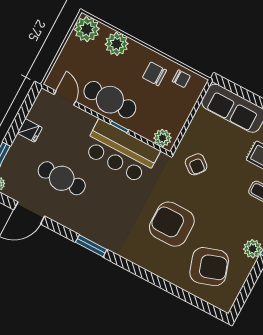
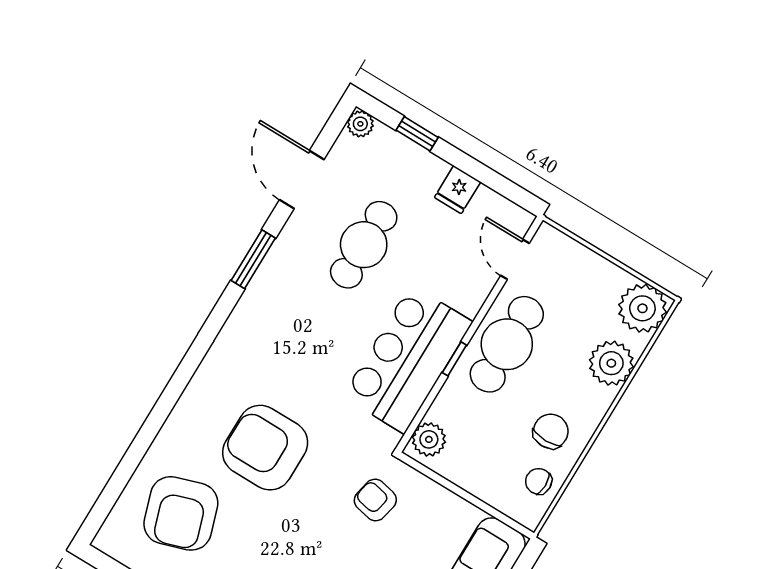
chair: (181, 79) -> (539, 481), turned 90
door: (65, 98) -> (515, 259), swing flipped
armchair: (196, 164) -> (375, 500), turned 63
armchair: (172, 224) -> (265, 448), turned -90
window: (91, 246) -> (253, 259), moved

